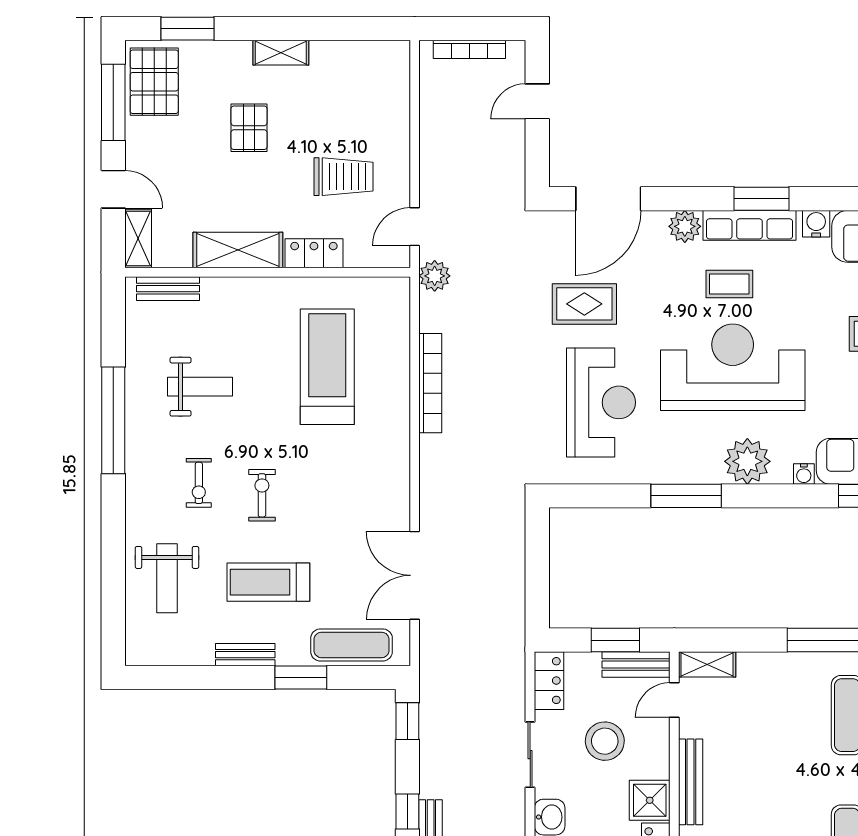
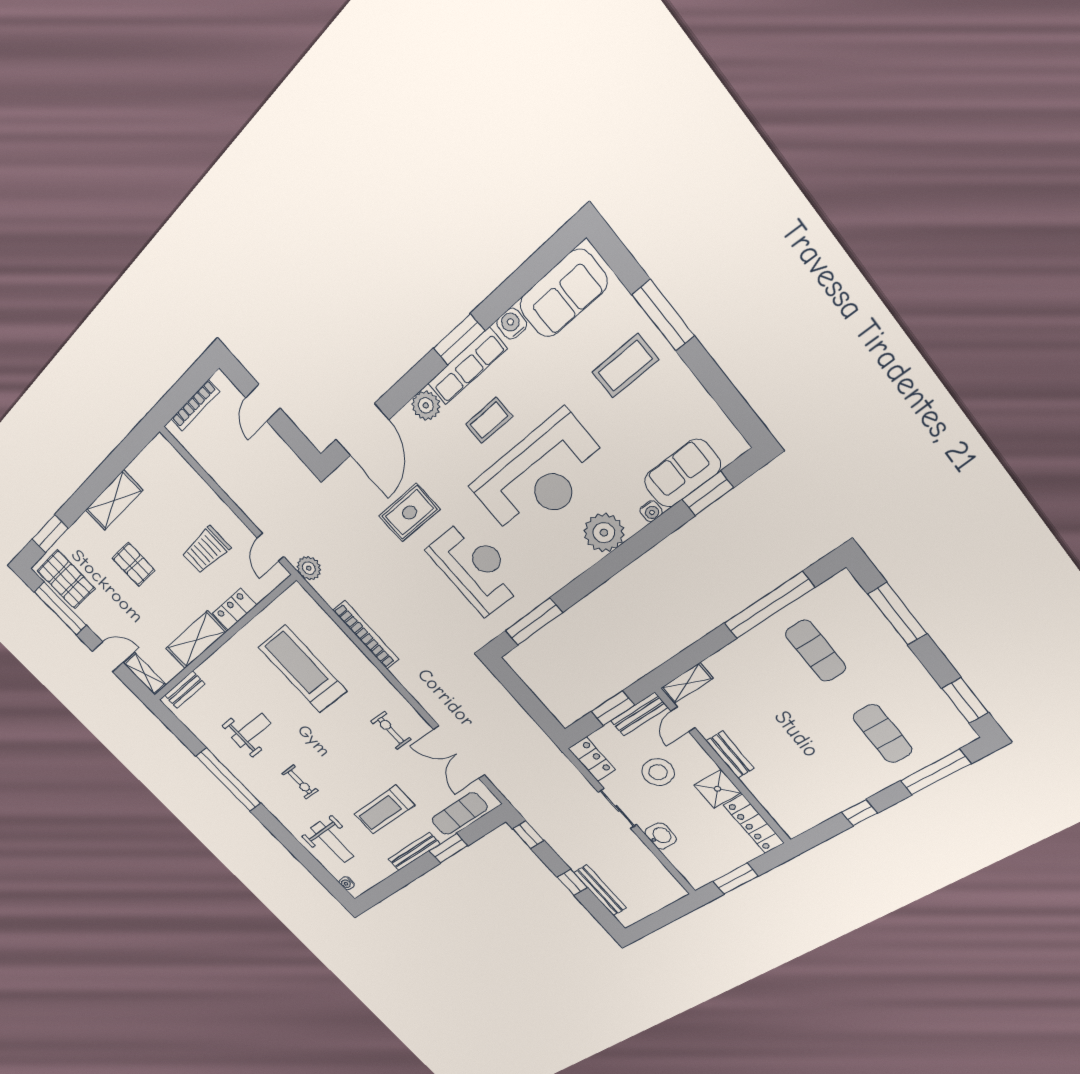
shelving: (281, 53) -> (114, 500), width x1.50, depth x1.33
trolley: (343, 177) -> (206, 550), turned 180
reception desk: (733, 367) -> (540, 476), turned 180
exercise bike: (262, 495) -> (391, 730), moved
window: (686, 496) -> (534, 622), moved
water cooler: (134, 640) -> (347, 883), added
bench: (245, 655) -> (414, 852), width x1.36
bench: (691, 782) -> (730, 755), width x0.73

